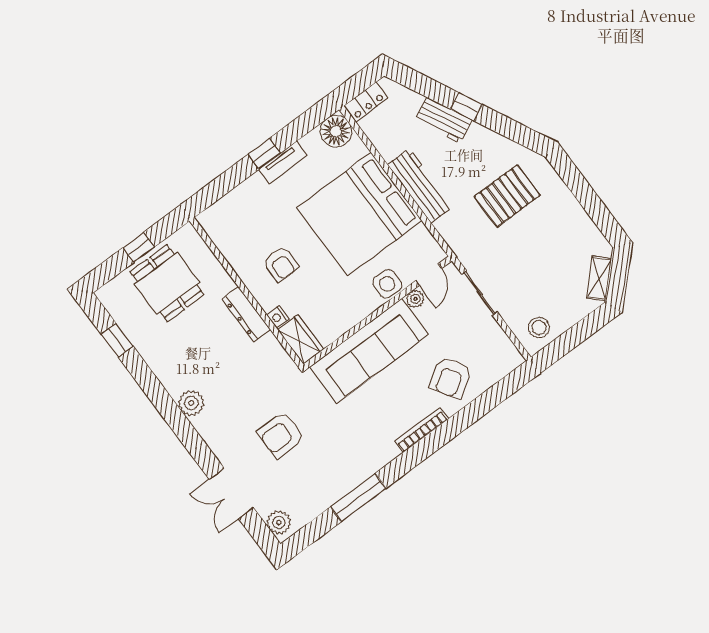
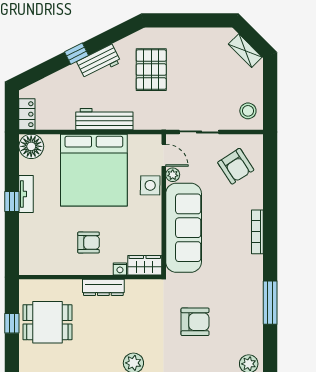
workbench: (443, 120) -> (99, 62), moved
armchair: (450, 378) -> (236, 166), moved
armchair: (281, 435) -> (195, 322), turned -90

